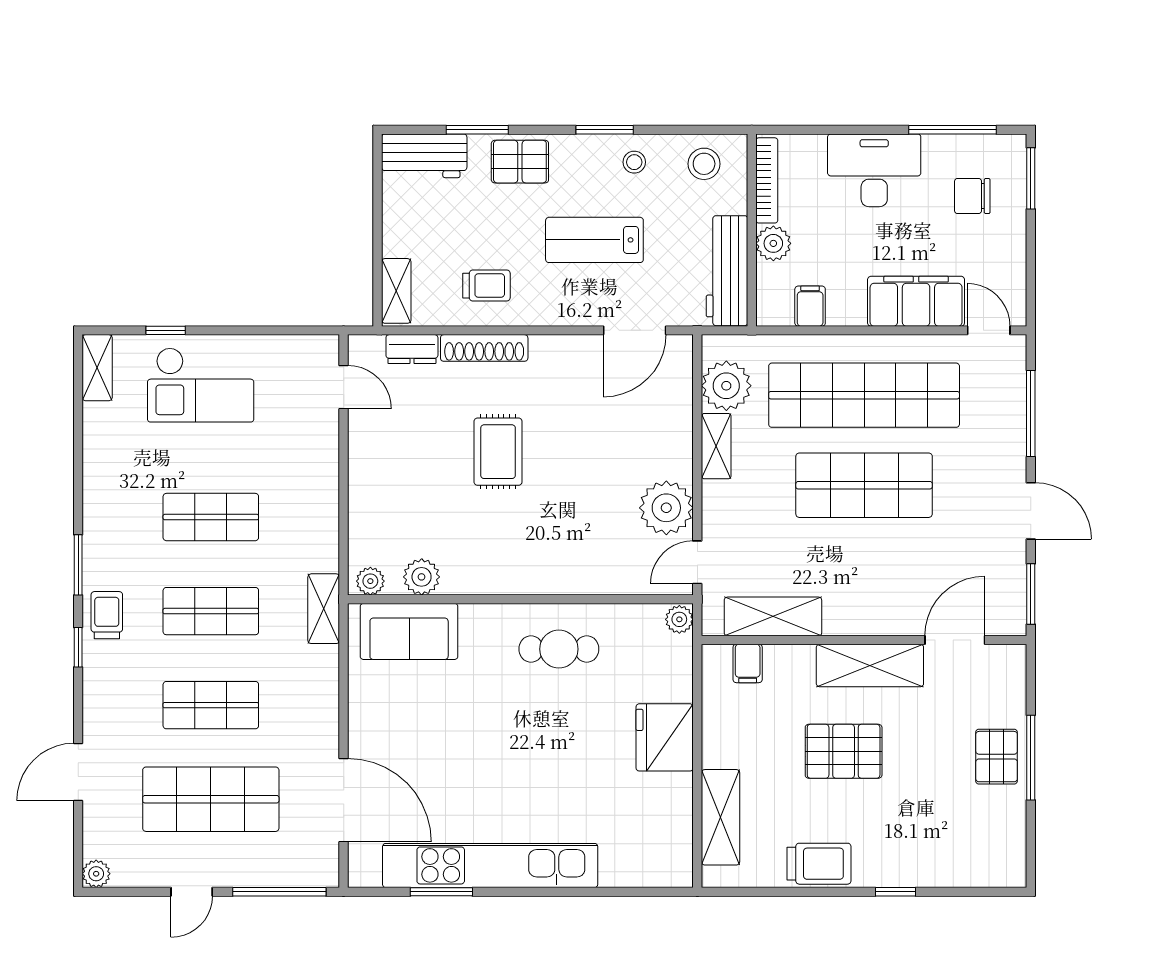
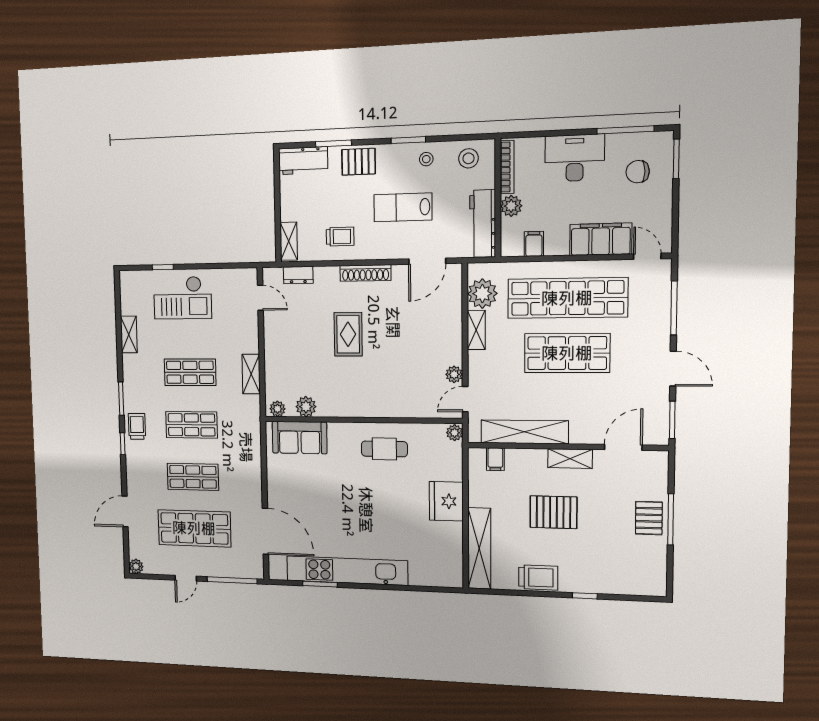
shoe rack: (484, 348) -> (366, 273), moved
shelving: (97, 368) -> (129, 334), moved
plant: (666, 508) -> (454, 374), width x0.53, depth x0.53
shelving: (324, 609) -> (251, 374), moved
shelving: (773, 616) -> (525, 432), width x1.47
shelving: (870, 665) -> (570, 459), width x0.67, depth x0.75
shelving: (721, 817) -> (479, 548), width x1.47

